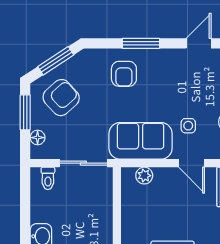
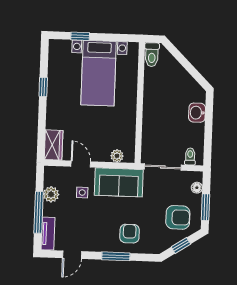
window: (56, 61) -> (181, 245), width x0.67
armchair: (61, 98) -> (178, 217), turned -138

